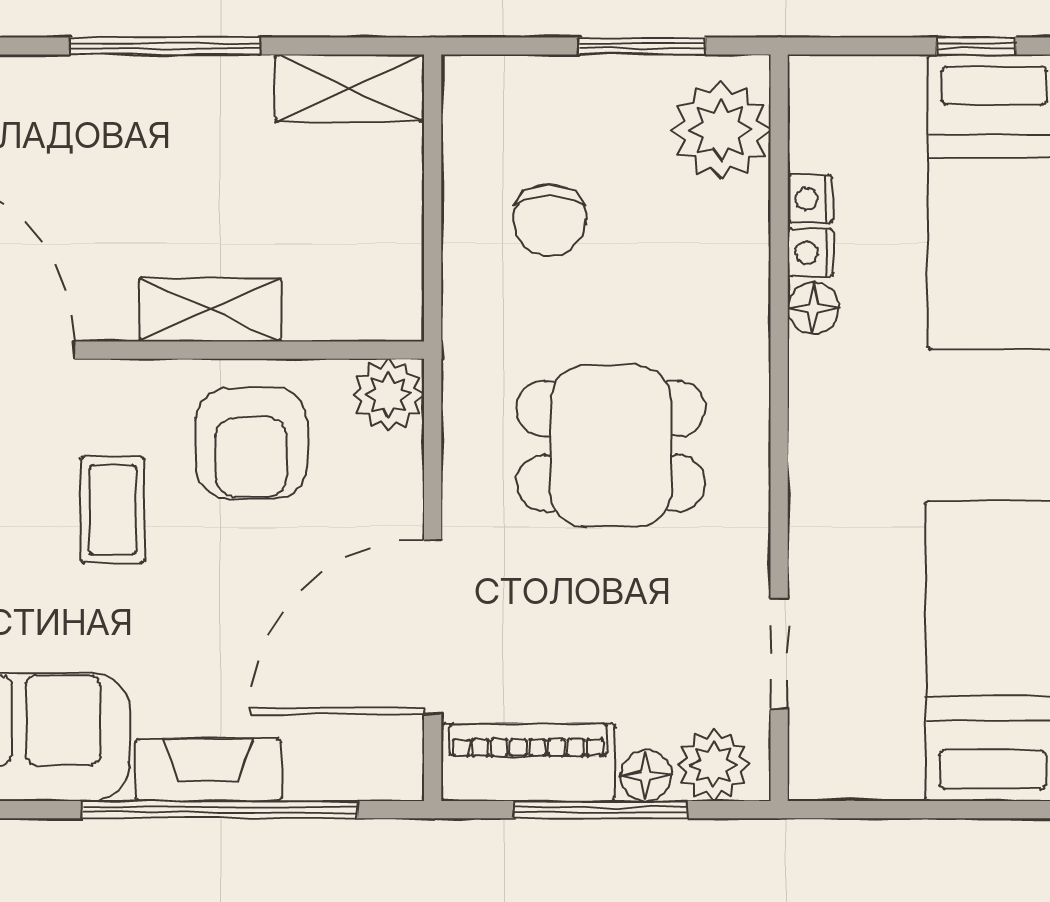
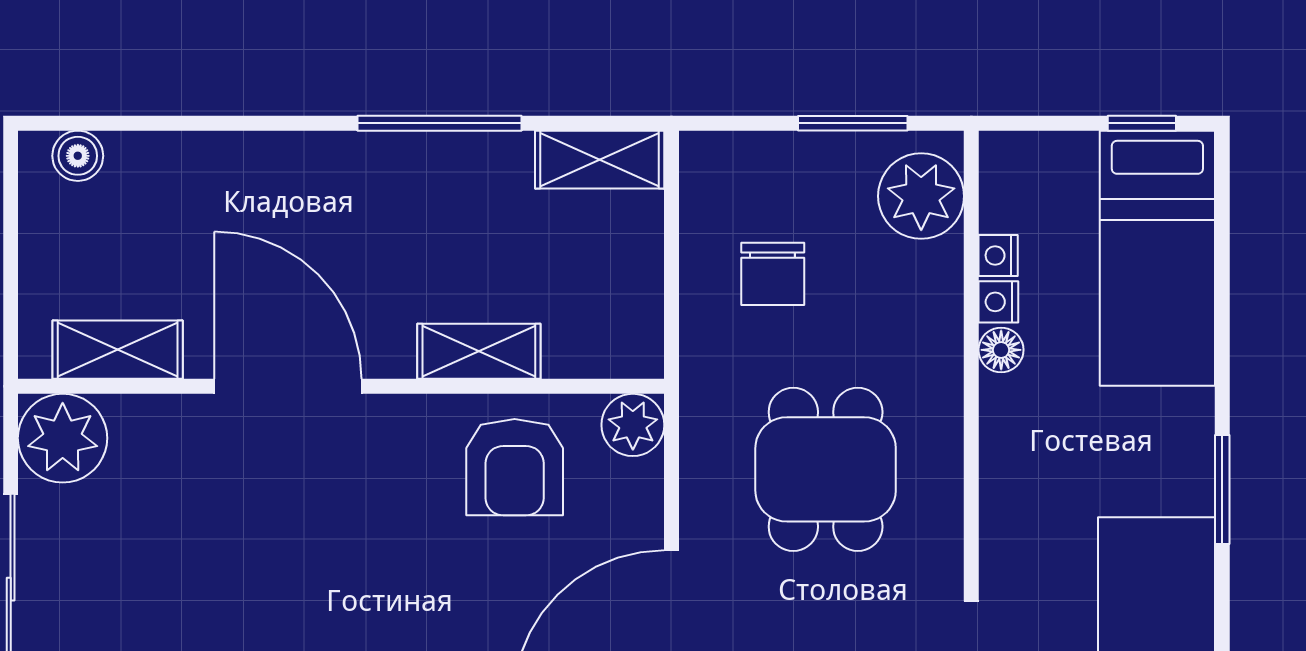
dining table: (611, 446) -> (826, 469), turned 90
coffee table: (113, 510) -> (395, 525), removed

